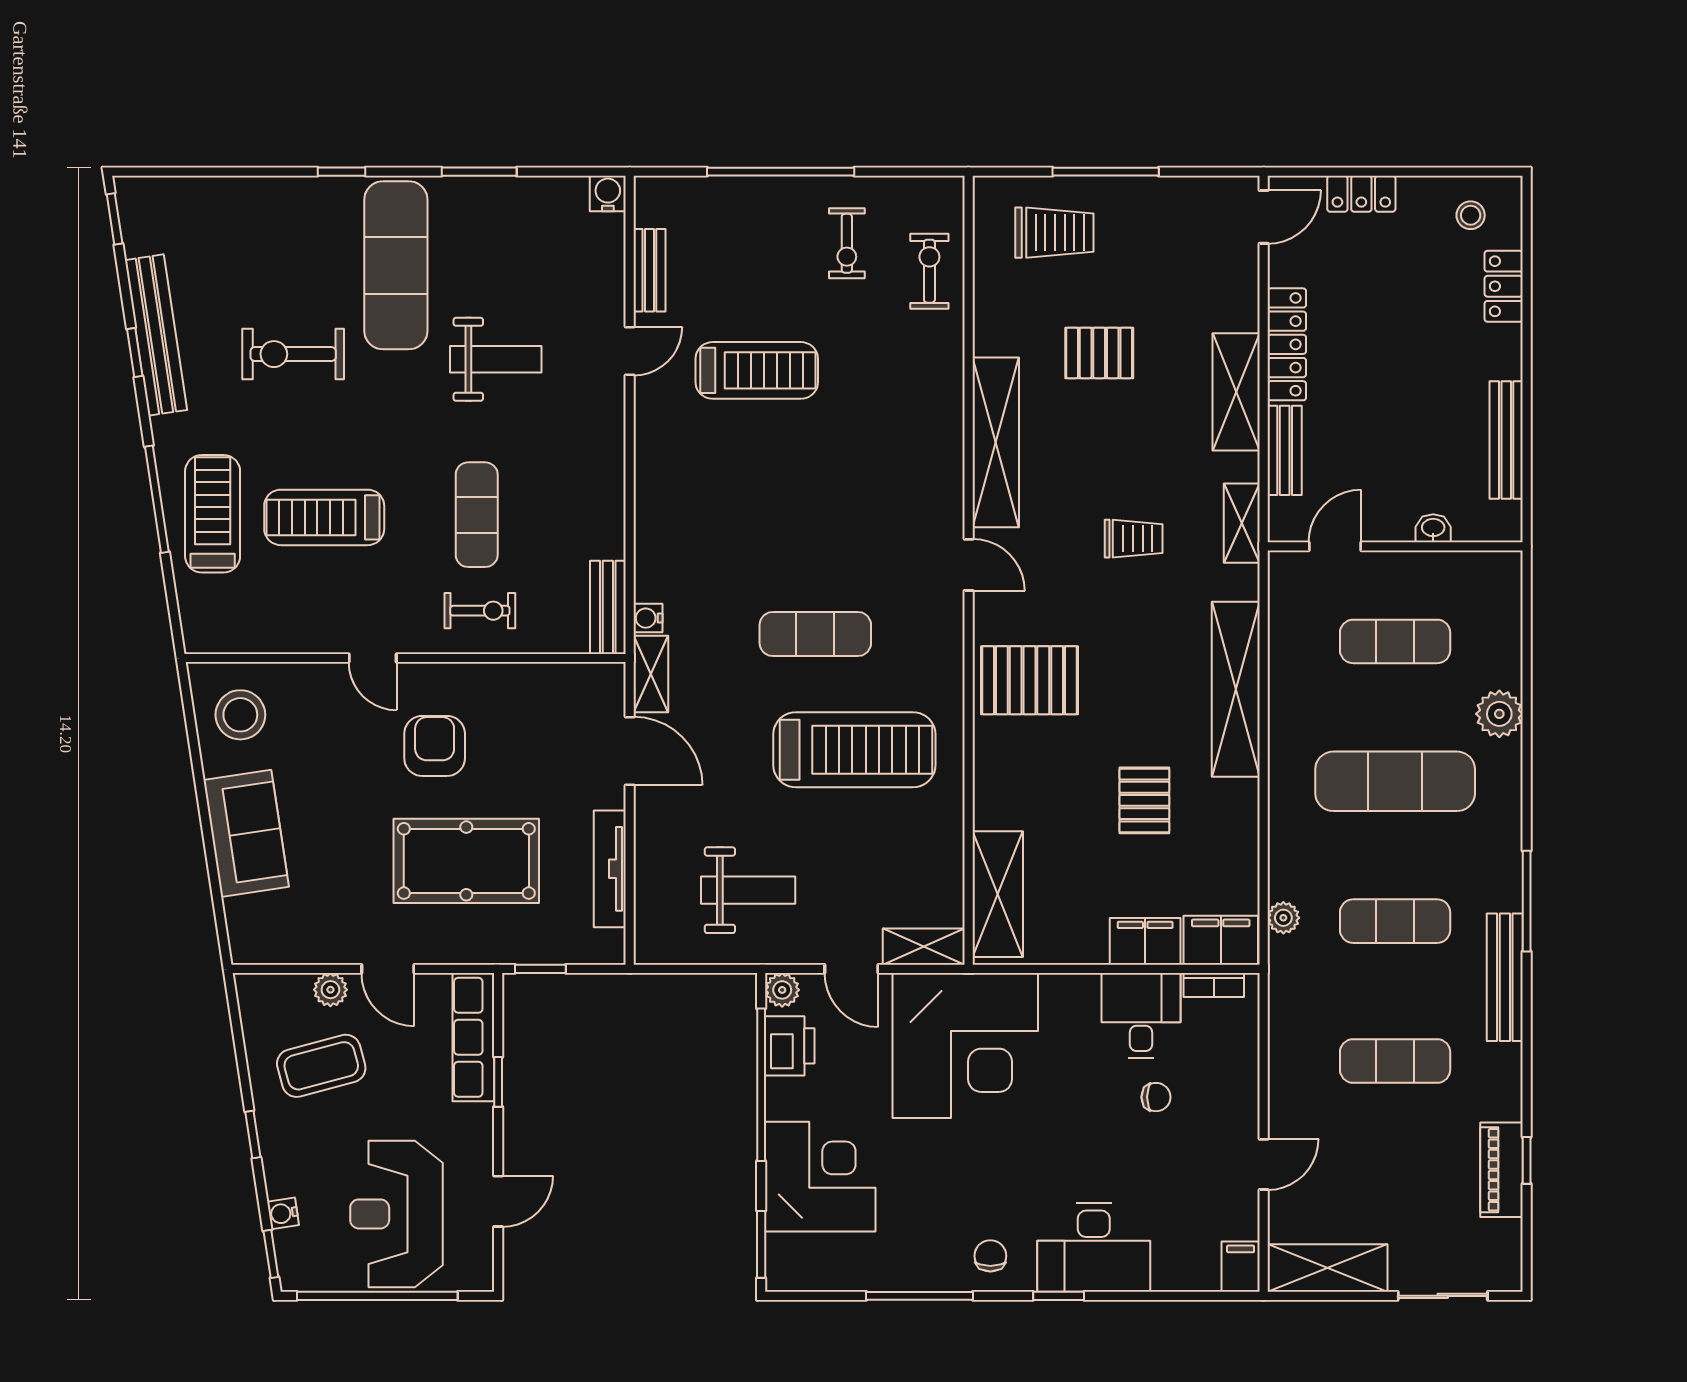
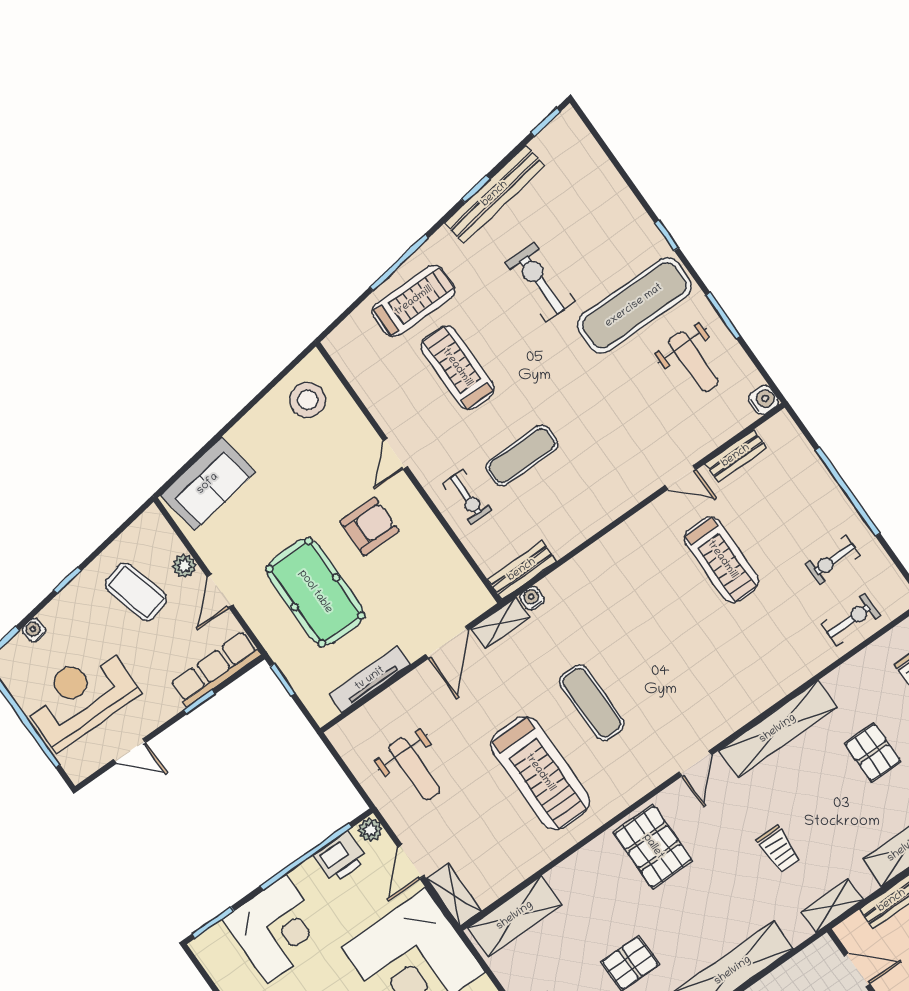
weight bench: (496, 359) -> (693, 362), moved
sofa: (246, 833) -> (208, 484), moved

